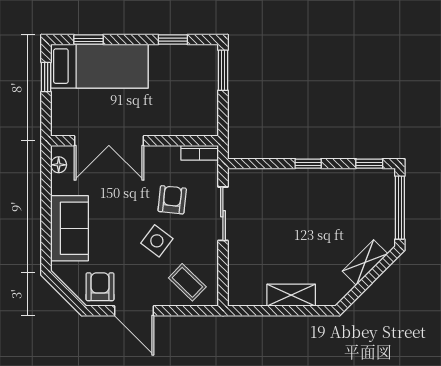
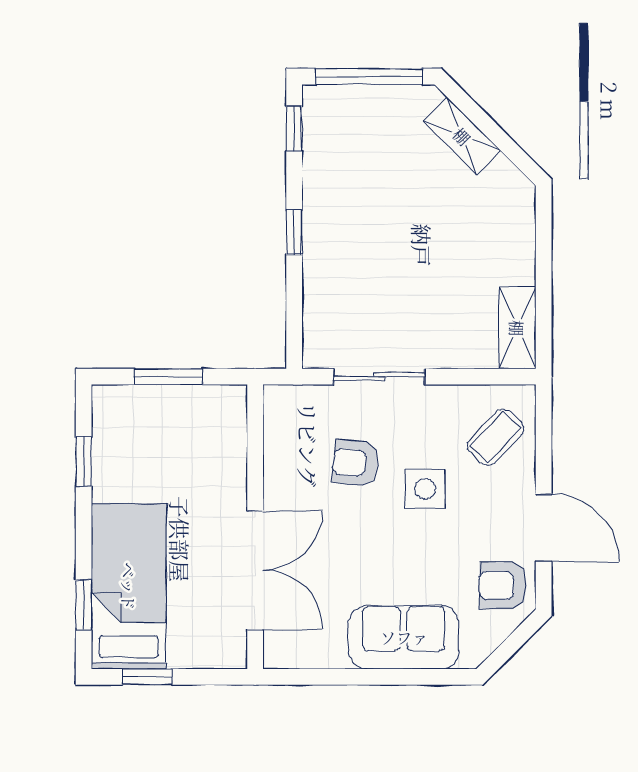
window: (223, 70) -> (168, 377), moved
bookcase: (200, 153) -> (276, 416), removed
floor lamp: (59, 165) -> (296, 656), removed
side table: (157, 241) -> (425, 489), turned -37
shelving: (291, 295) -> (517, 328), moved
door: (134, 311) -> (544, 528), hinge flipped

